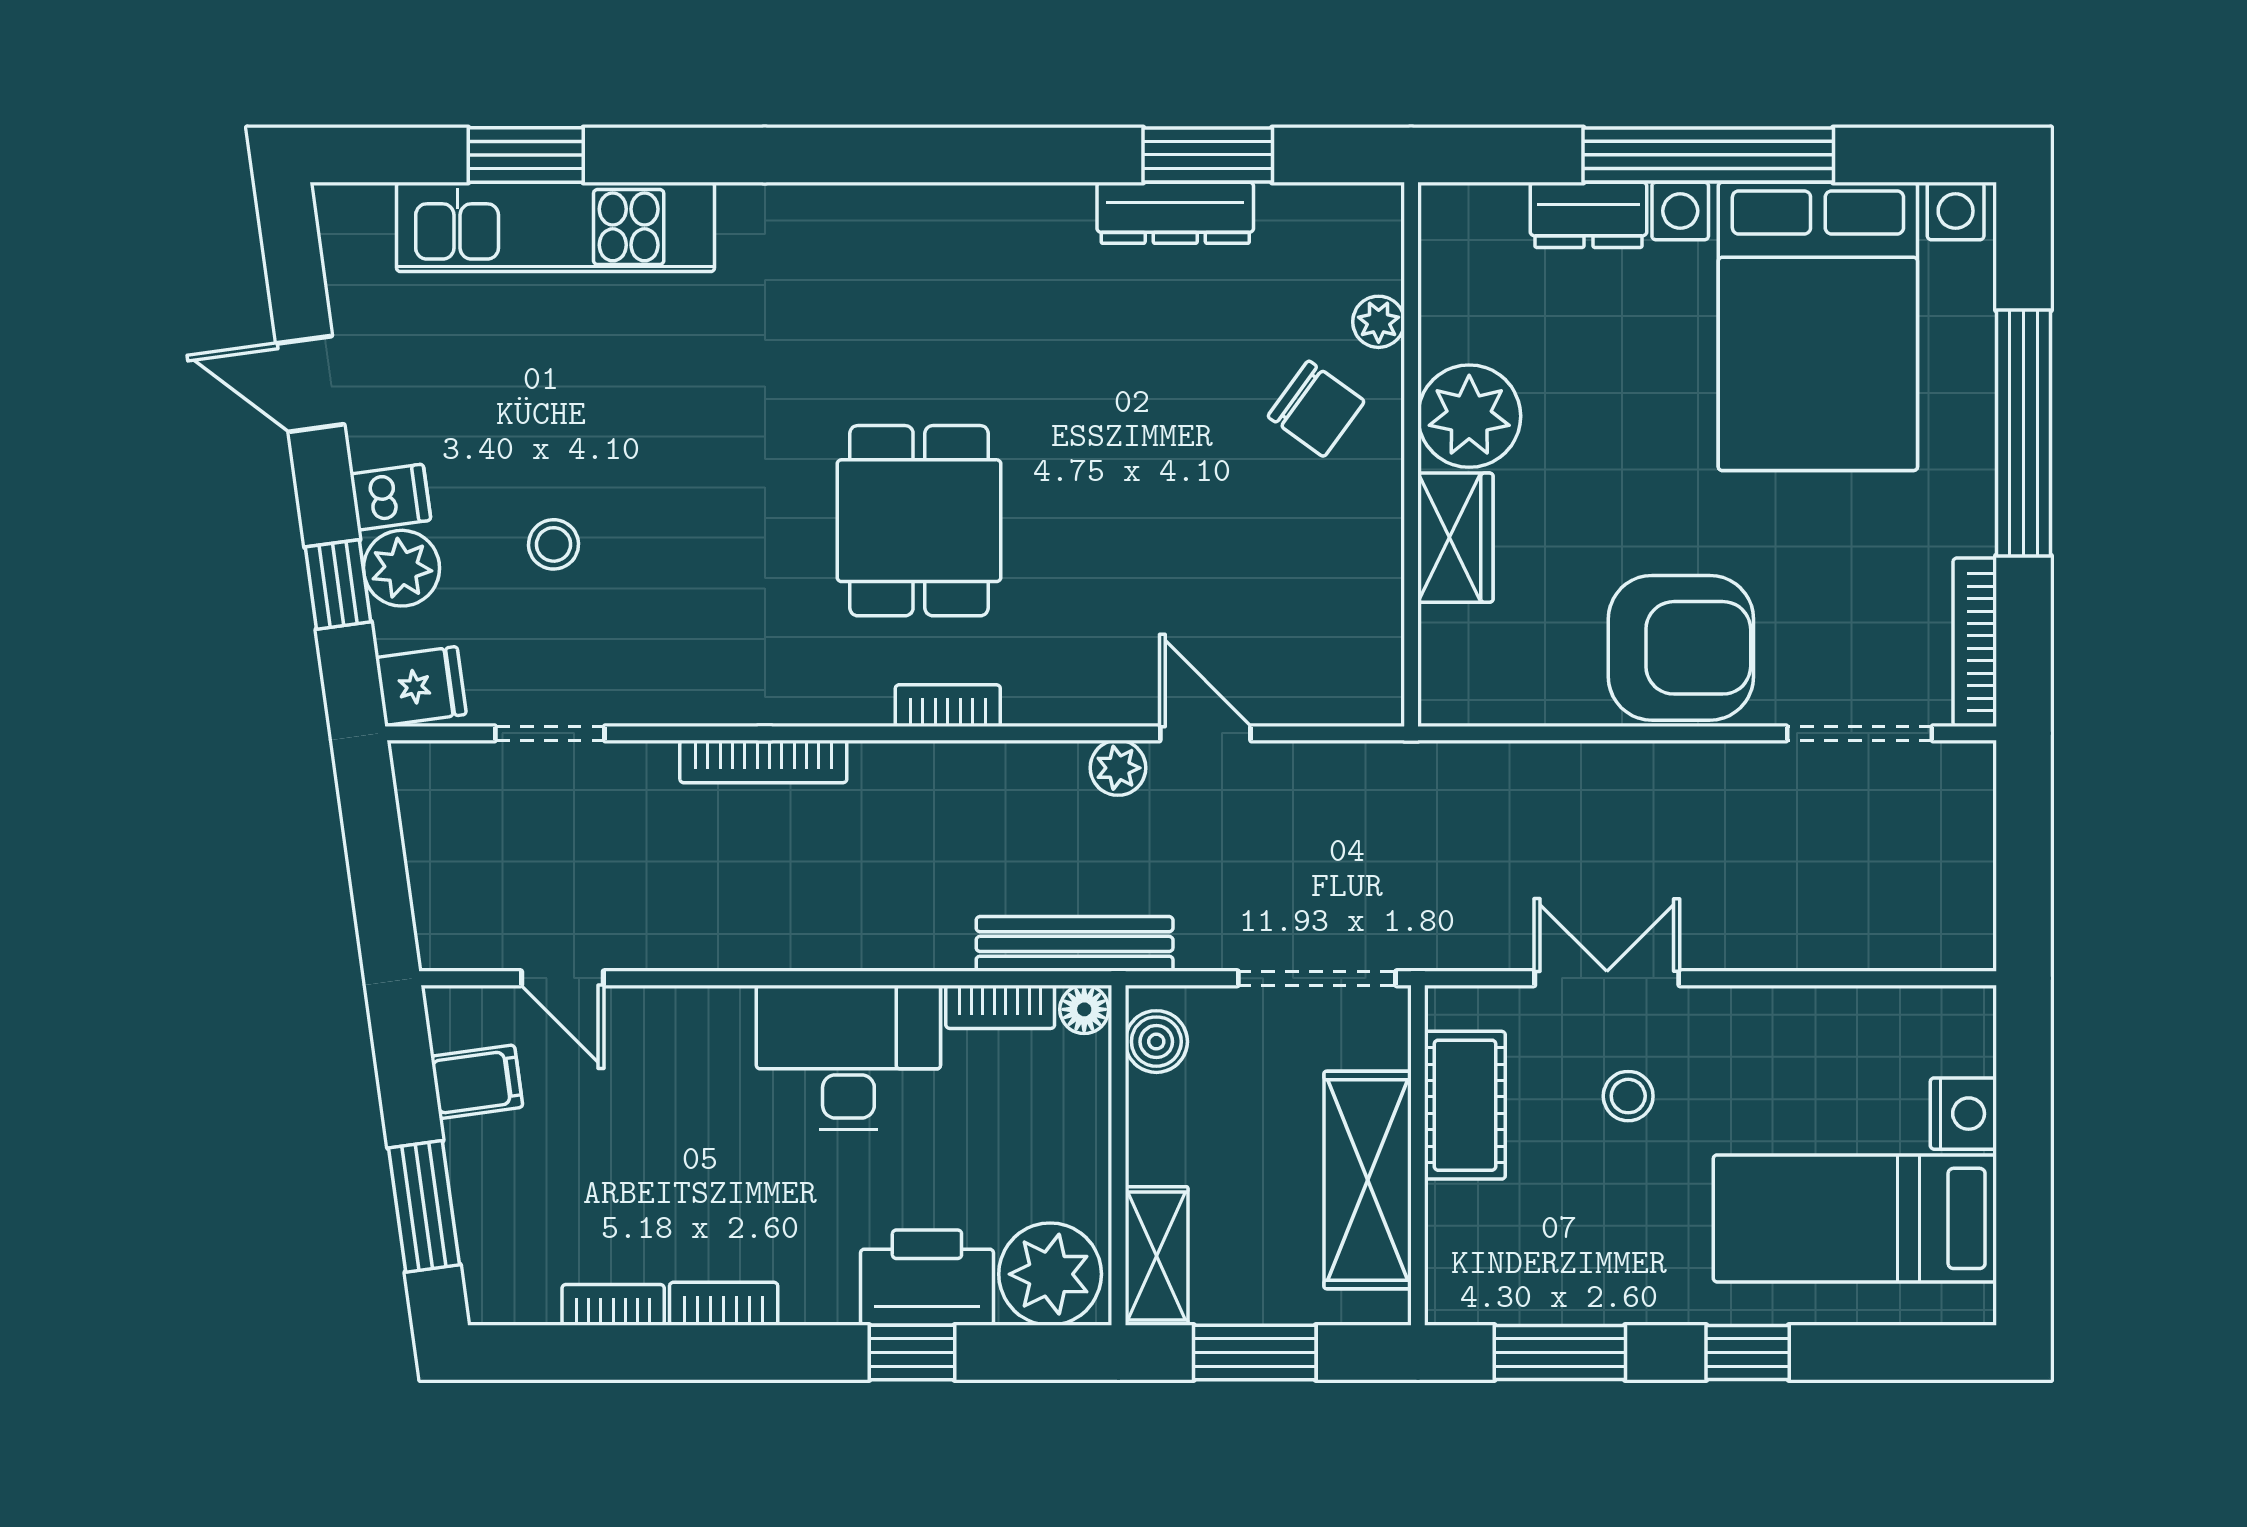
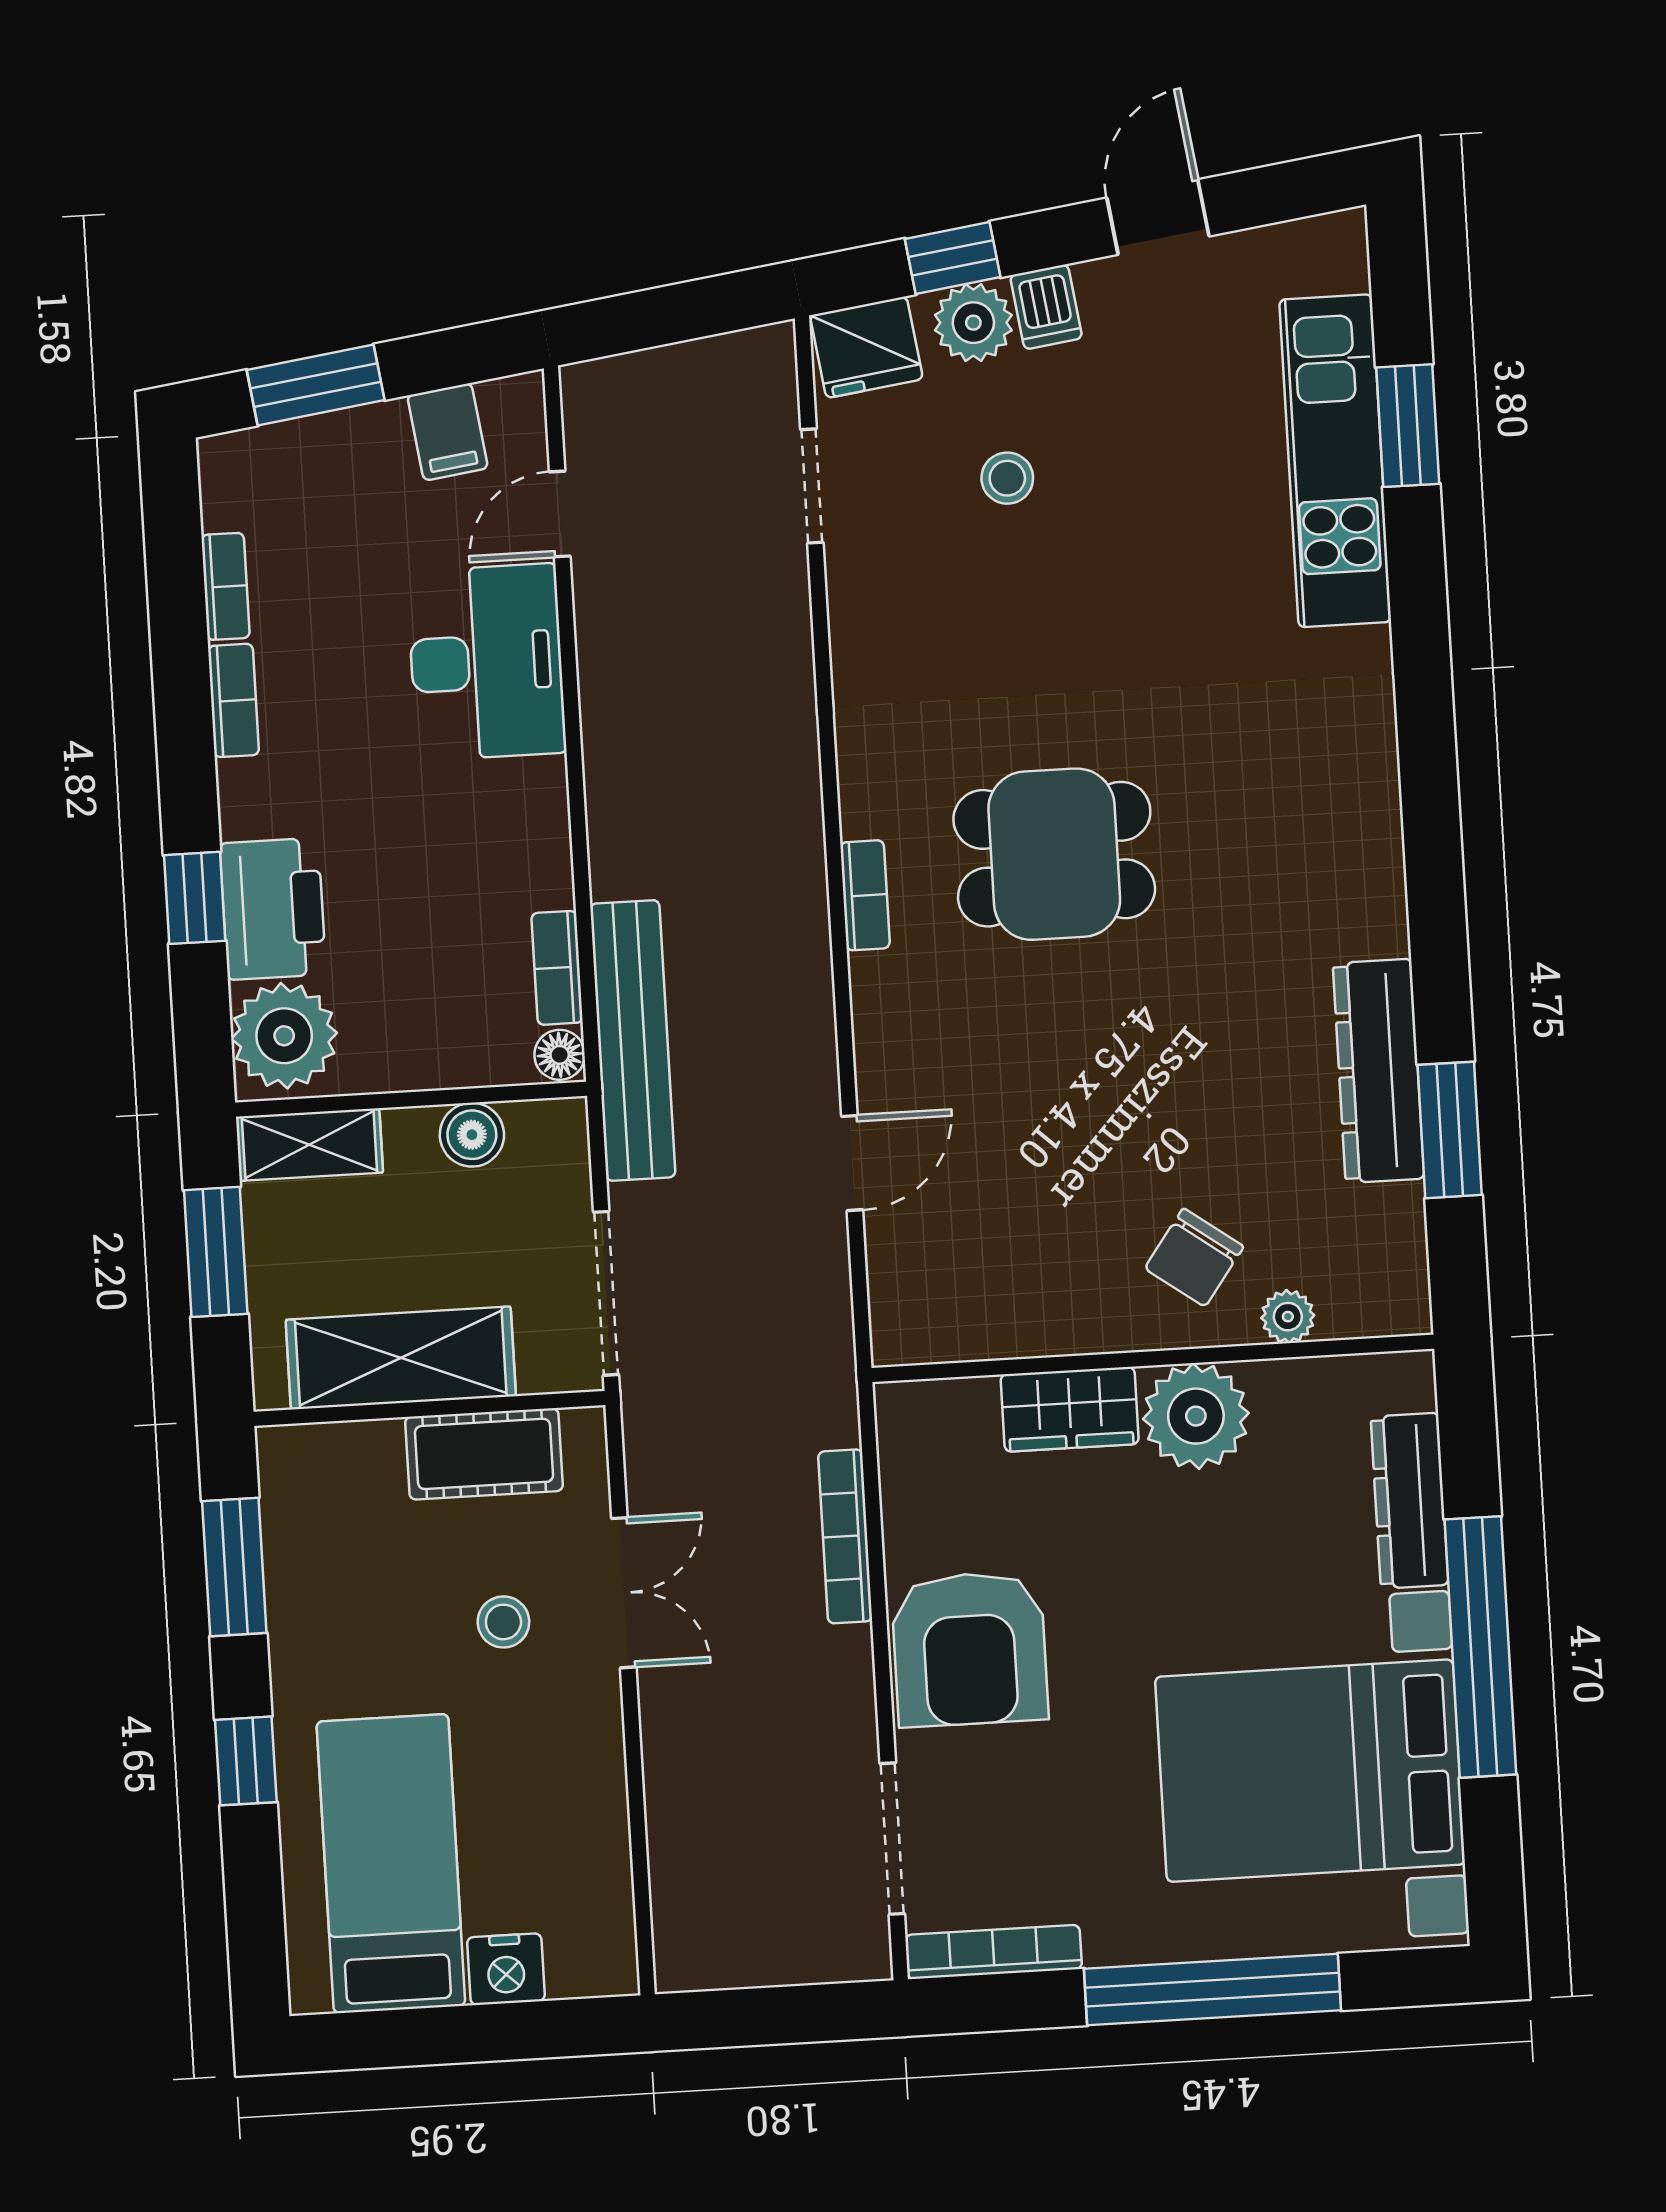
dresser: (1175, 213) -> (1378, 1071), width x1.37, depth x1.24
dresser: (1588, 215) -> (1410, 1501), width x1.44
fridge: (421, 686) -> (866, 347), width x1.38
bookcase: (763, 761) -> (845, 1536), moved
plant: (1118, 768) -> (811, 1075), removed
bench: (1075, 944) -> (633, 1040), width x1.37, depth x1.21
boiler: (1156, 1042) -> (472, 1135), moved
desk: (848, 1057) -> (486, 662), moved

